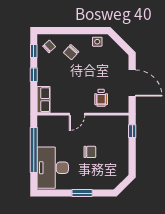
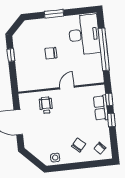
window: (34, 51) -> (109, 99), moved
row of seats: (44, 100) -> (101, 108), moved
window: (132, 131) -> (11, 55), moved

